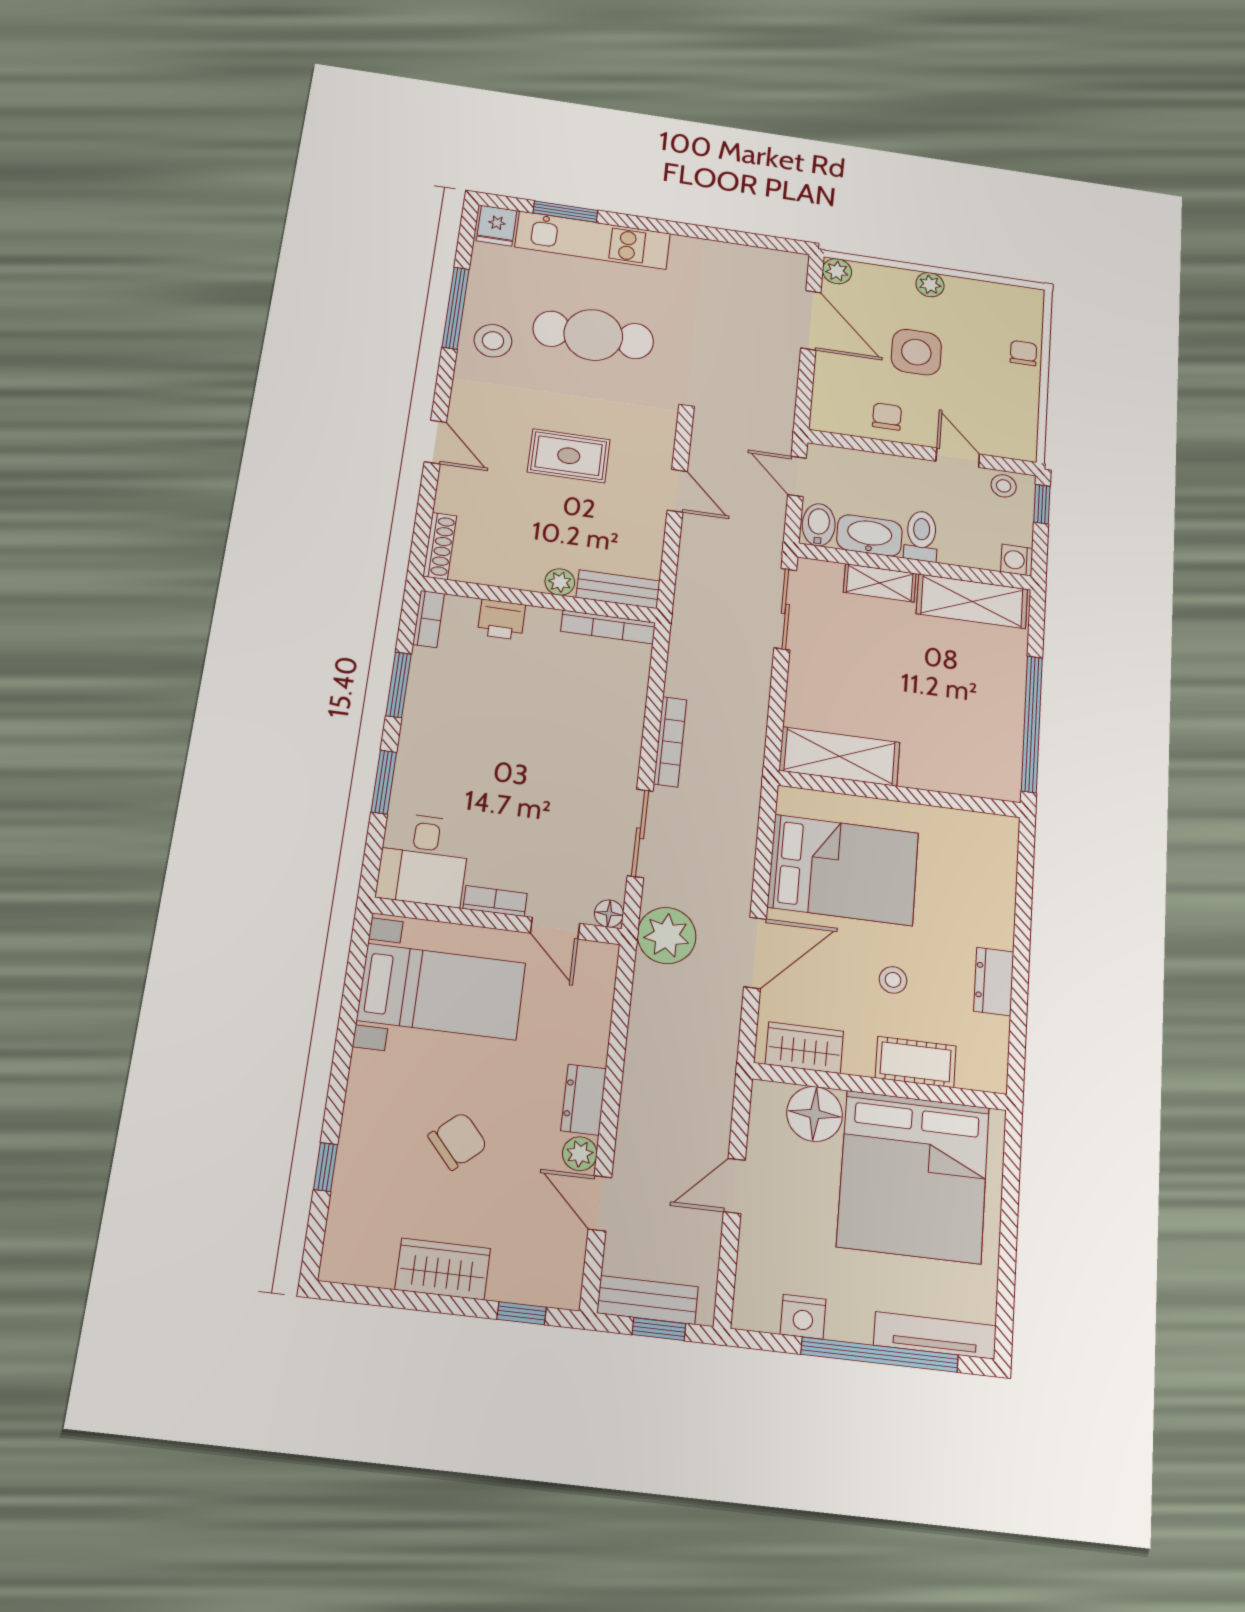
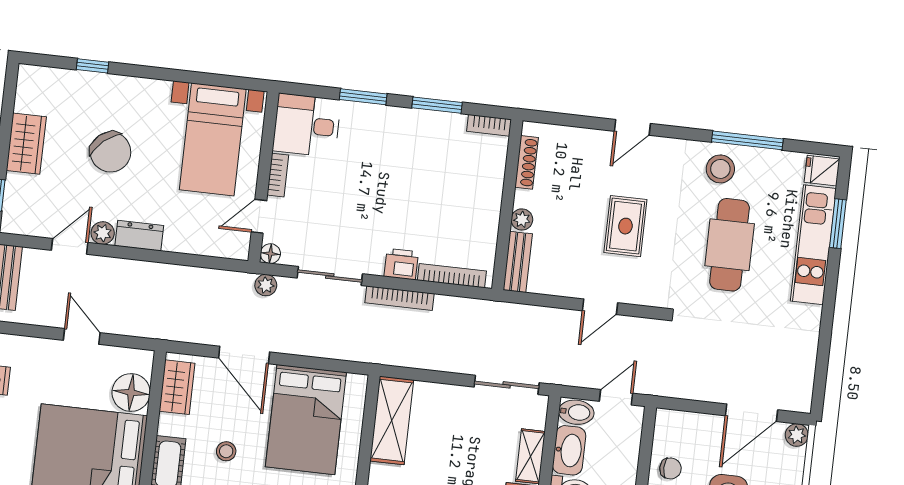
shoe rack: (440, 546) -> (527, 162), moved, turned -90
printer: (501, 620) -> (401, 264), moved, turned 90
bookcase: (608, 627) -> (452, 276), moved, turned 90
plant: (667, 936) -> (266, 285), width x0.53, depth x0.53
chair: (458, 1141) -> (111, 152), width x1.37, depth x1.37

